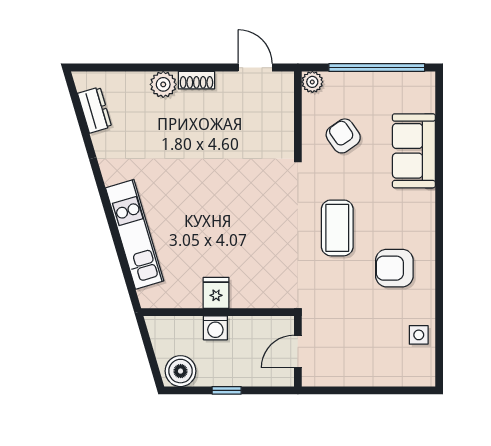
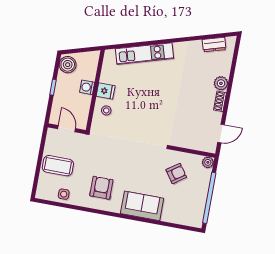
sofa: (414, 151) -> (142, 206), moved
coffee table: (337, 228) -> (58, 166), moved
stool: (251, 285) -> (106, 110), added

